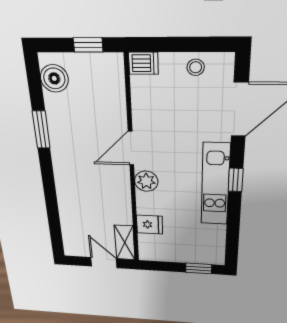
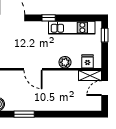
plant: (146, 181) -> (65, 62), moved
kitchen unit: (215, 185) -> (72, 28), moved
fridge: (150, 225) -> (88, 61), moved

